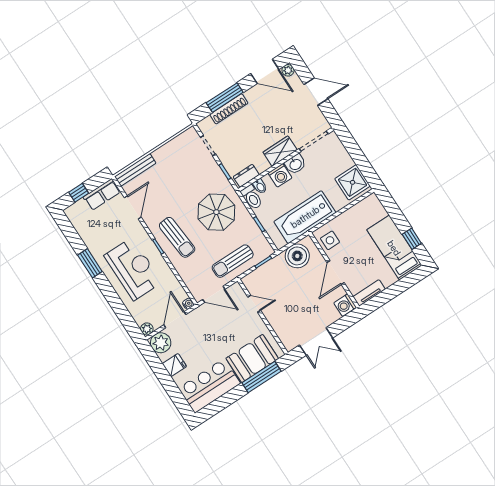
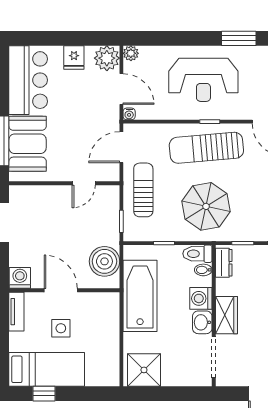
sun lounger: (177, 237) -> (206, 148), width x1.36, depth x1.34
side table: (330, 240) -> (61, 328), moved

